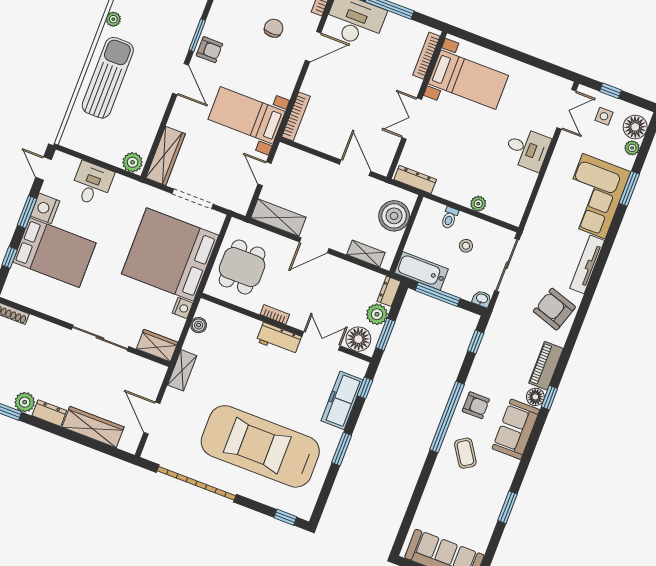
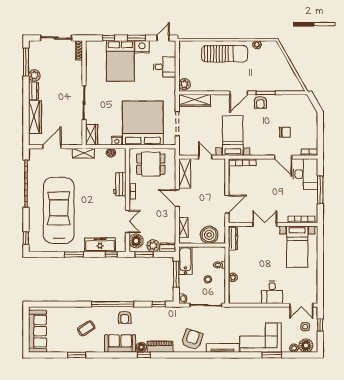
door: (265, 174) -> (205, 157), hinge flipped
workbench: (279, 339) -> (120, 184), moved
coffee table: (465, 453) -> (86, 328), moved

